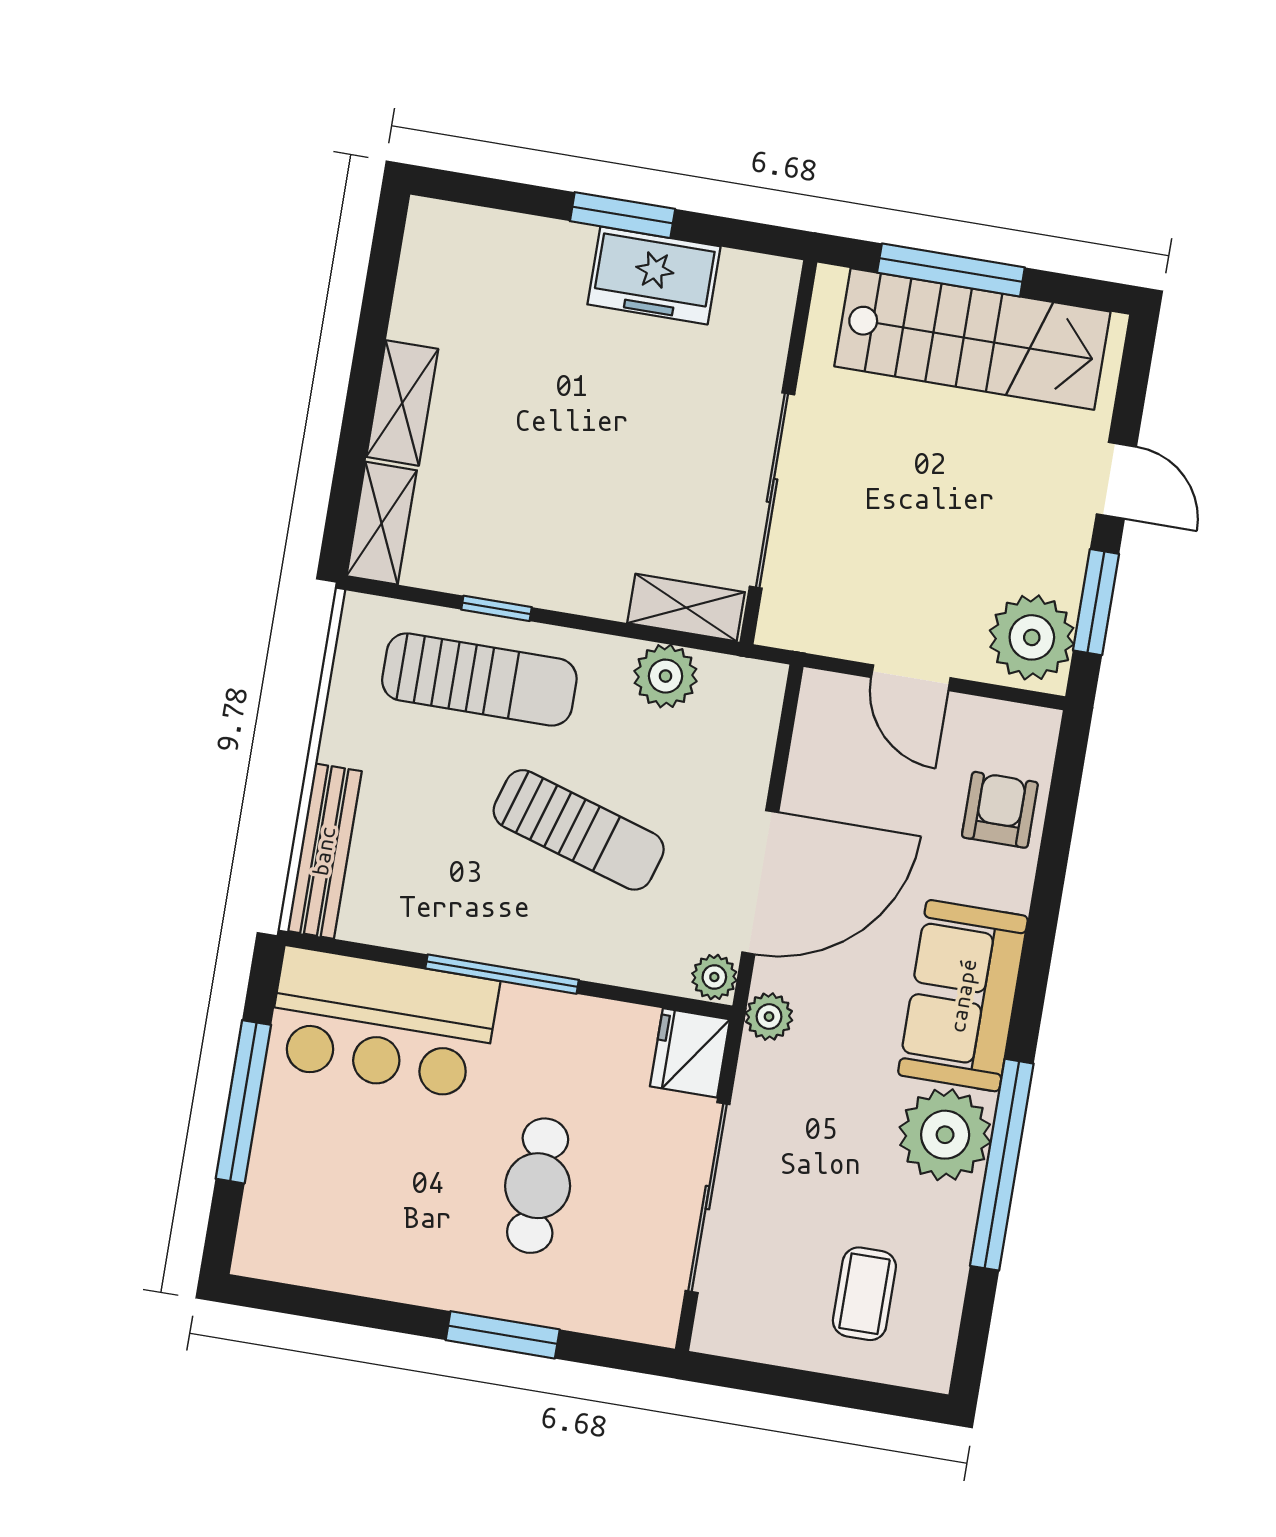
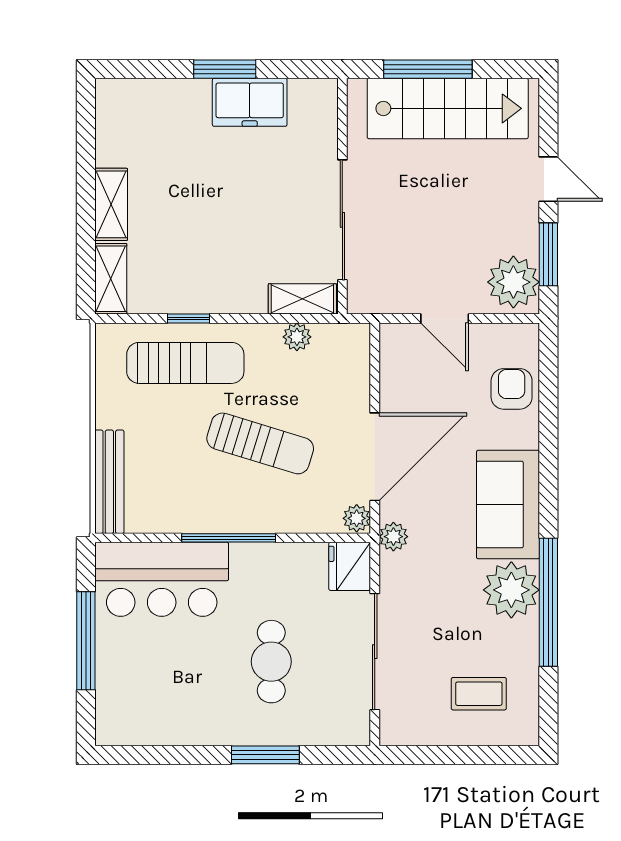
plant: (666, 676) -> (297, 337), width x0.73, depth x0.73
coffee table: (864, 1294) -> (479, 694), turned 90

